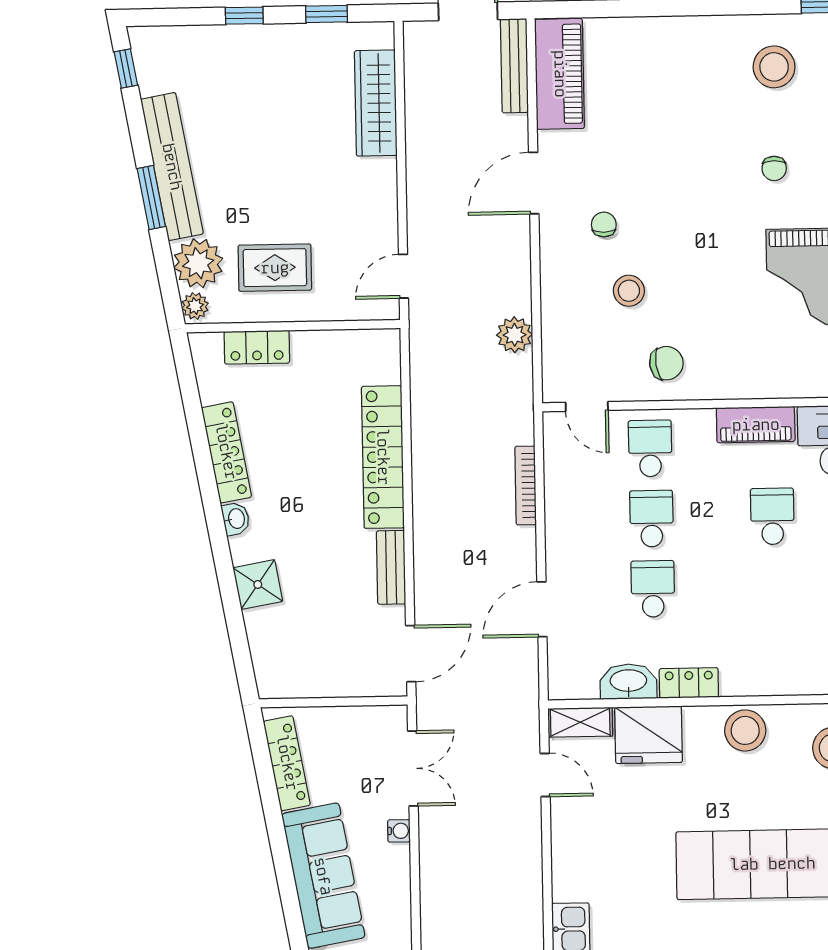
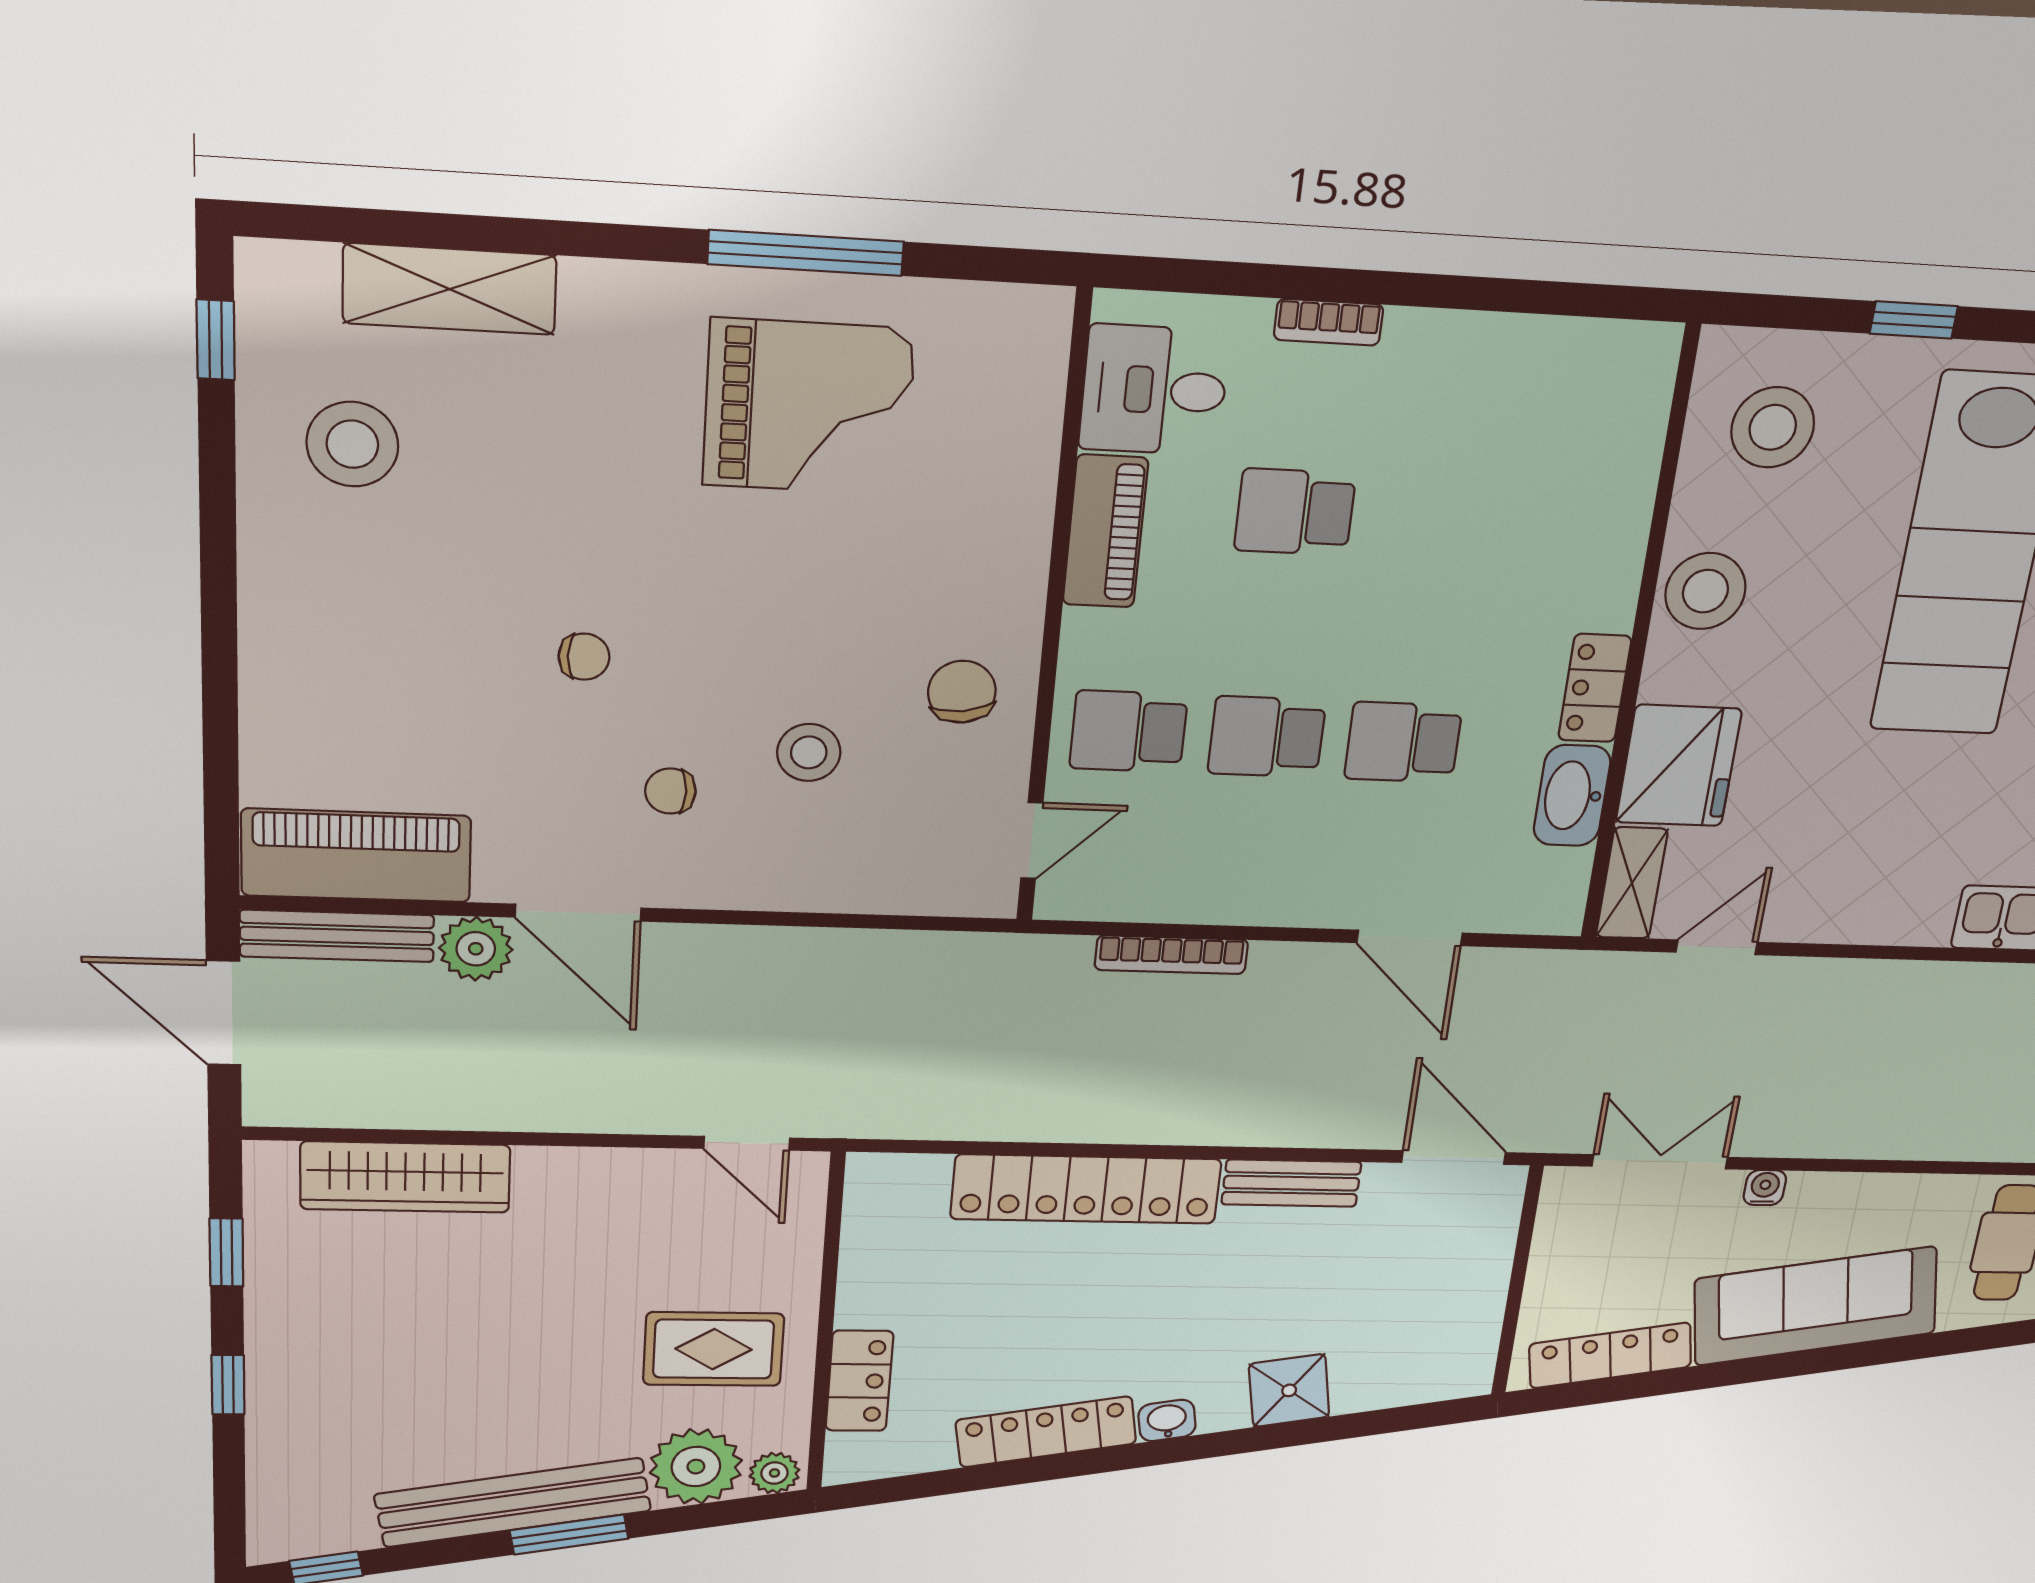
chair: (774, 168) -> (584, 657), moved
rug: (275, 268) -> (714, 1349), turned 90
plant: (515, 335) -> (476, 949), moved

